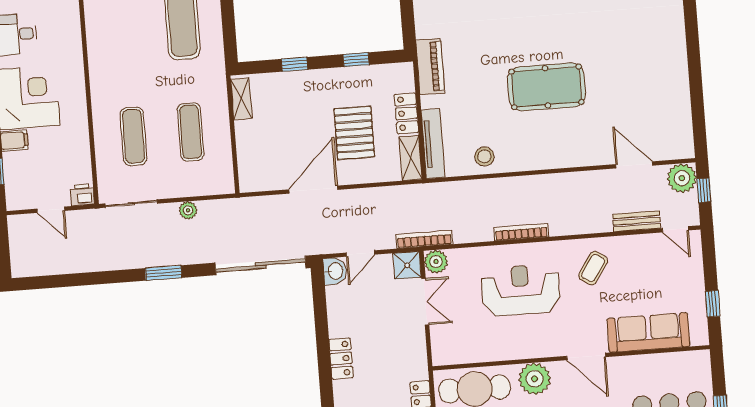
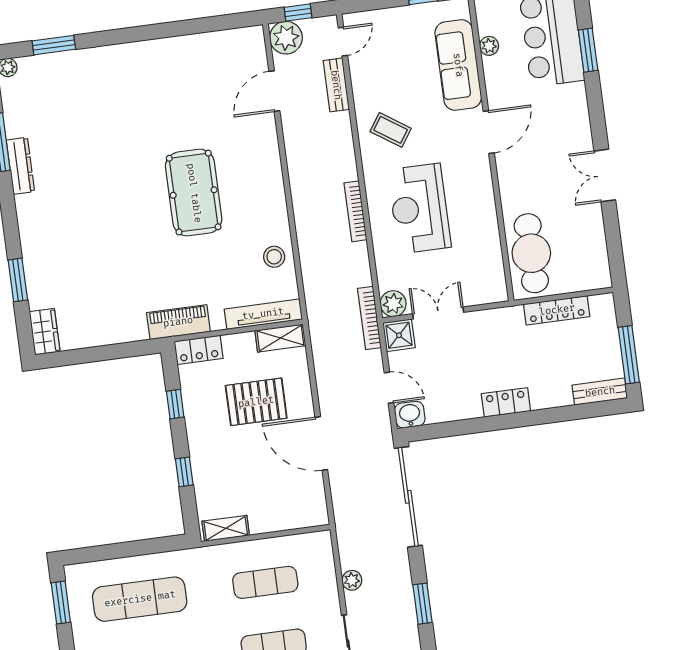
locker: (406, 113) -> (199, 350), moved
plant: (535, 379) -> (489, 46), moved, width x0.53, depth x0.53

